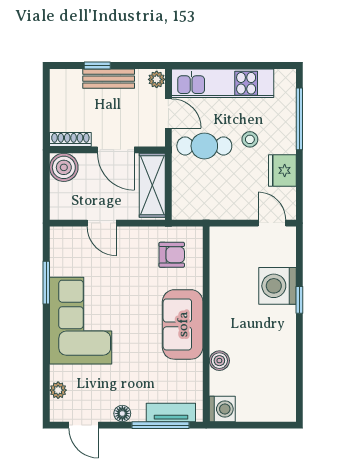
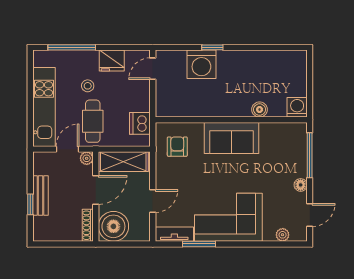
plant: (157, 79) -> (87, 158), moved
boiler: (64, 167) -> (113, 226), width x1.37, depth x1.37
dishwasher: (202, 207) -> (140, 123), added
tv unit: (171, 412) -> (174, 234), moved, turned 90

